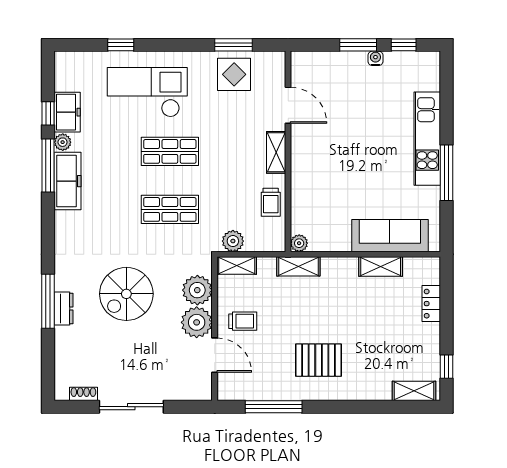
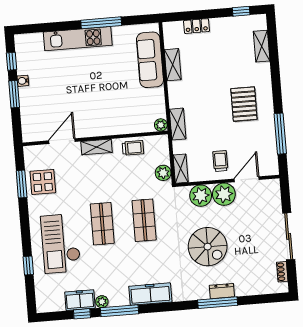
freezer: (68, 181) -> (150, 294), moved
shelving: (414, 391) -> (262, 46), moved

